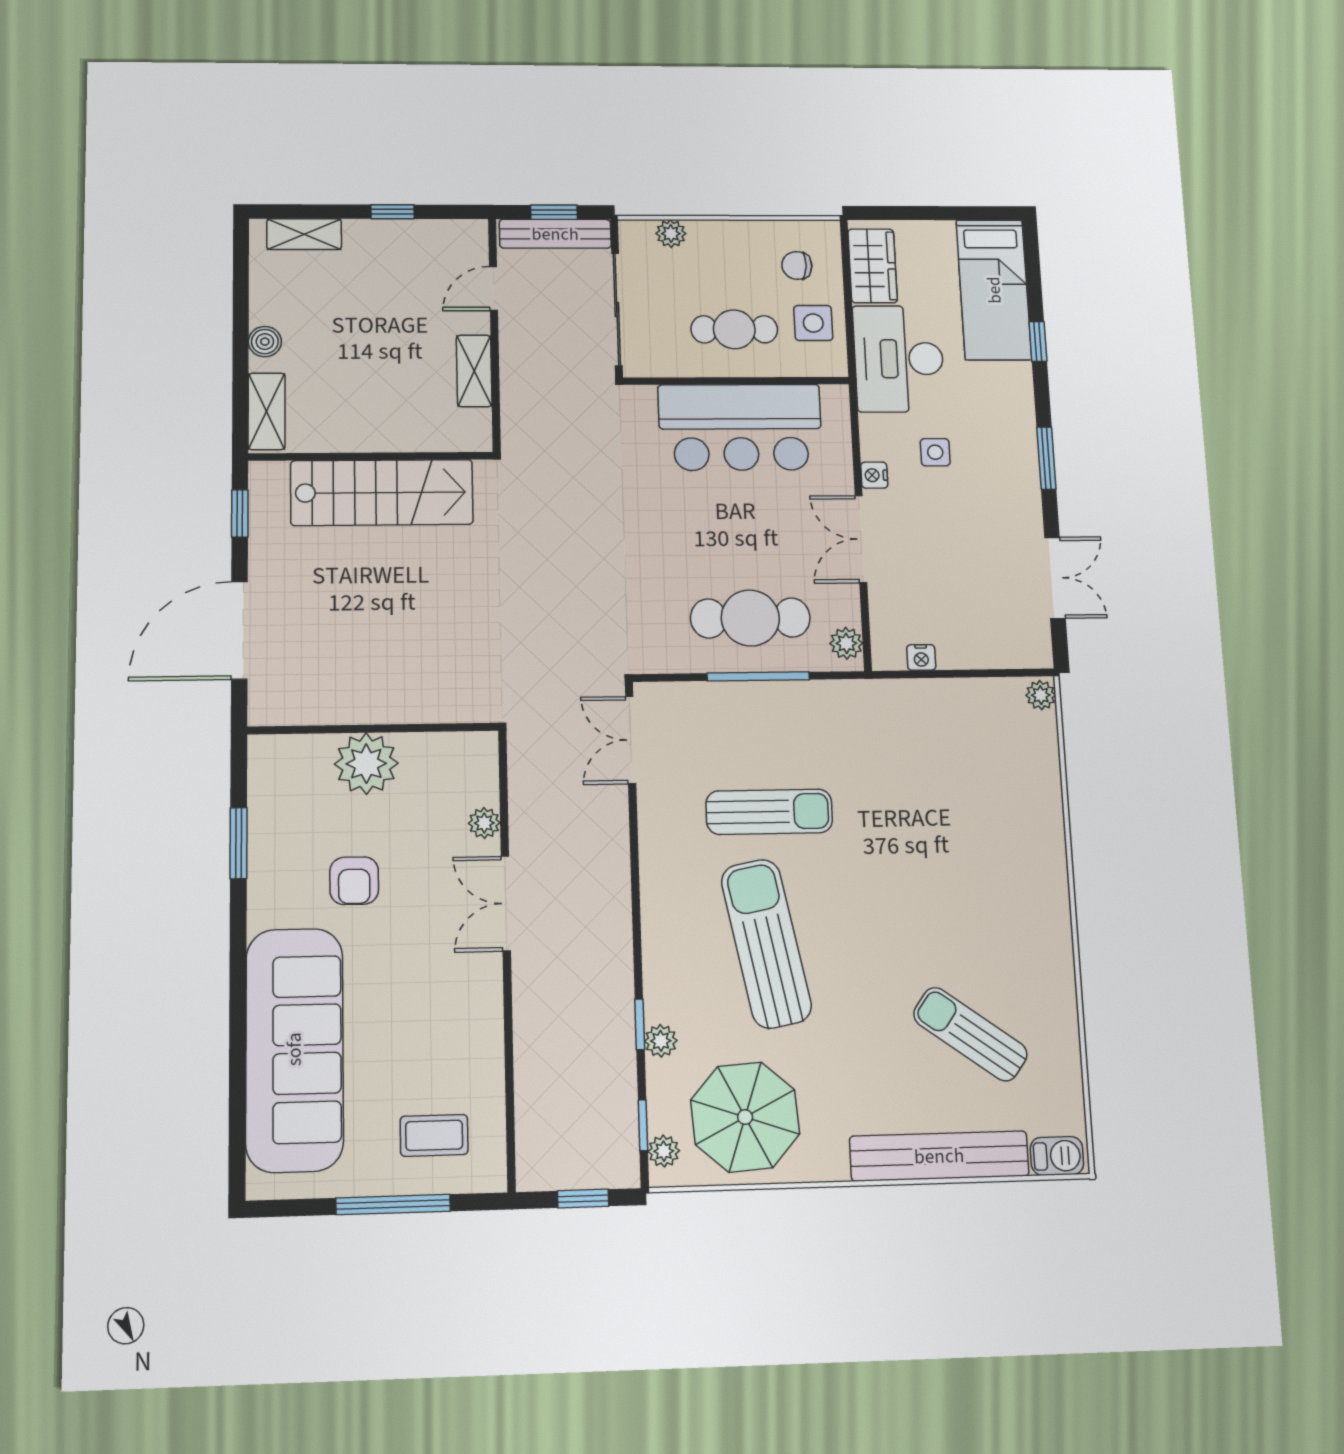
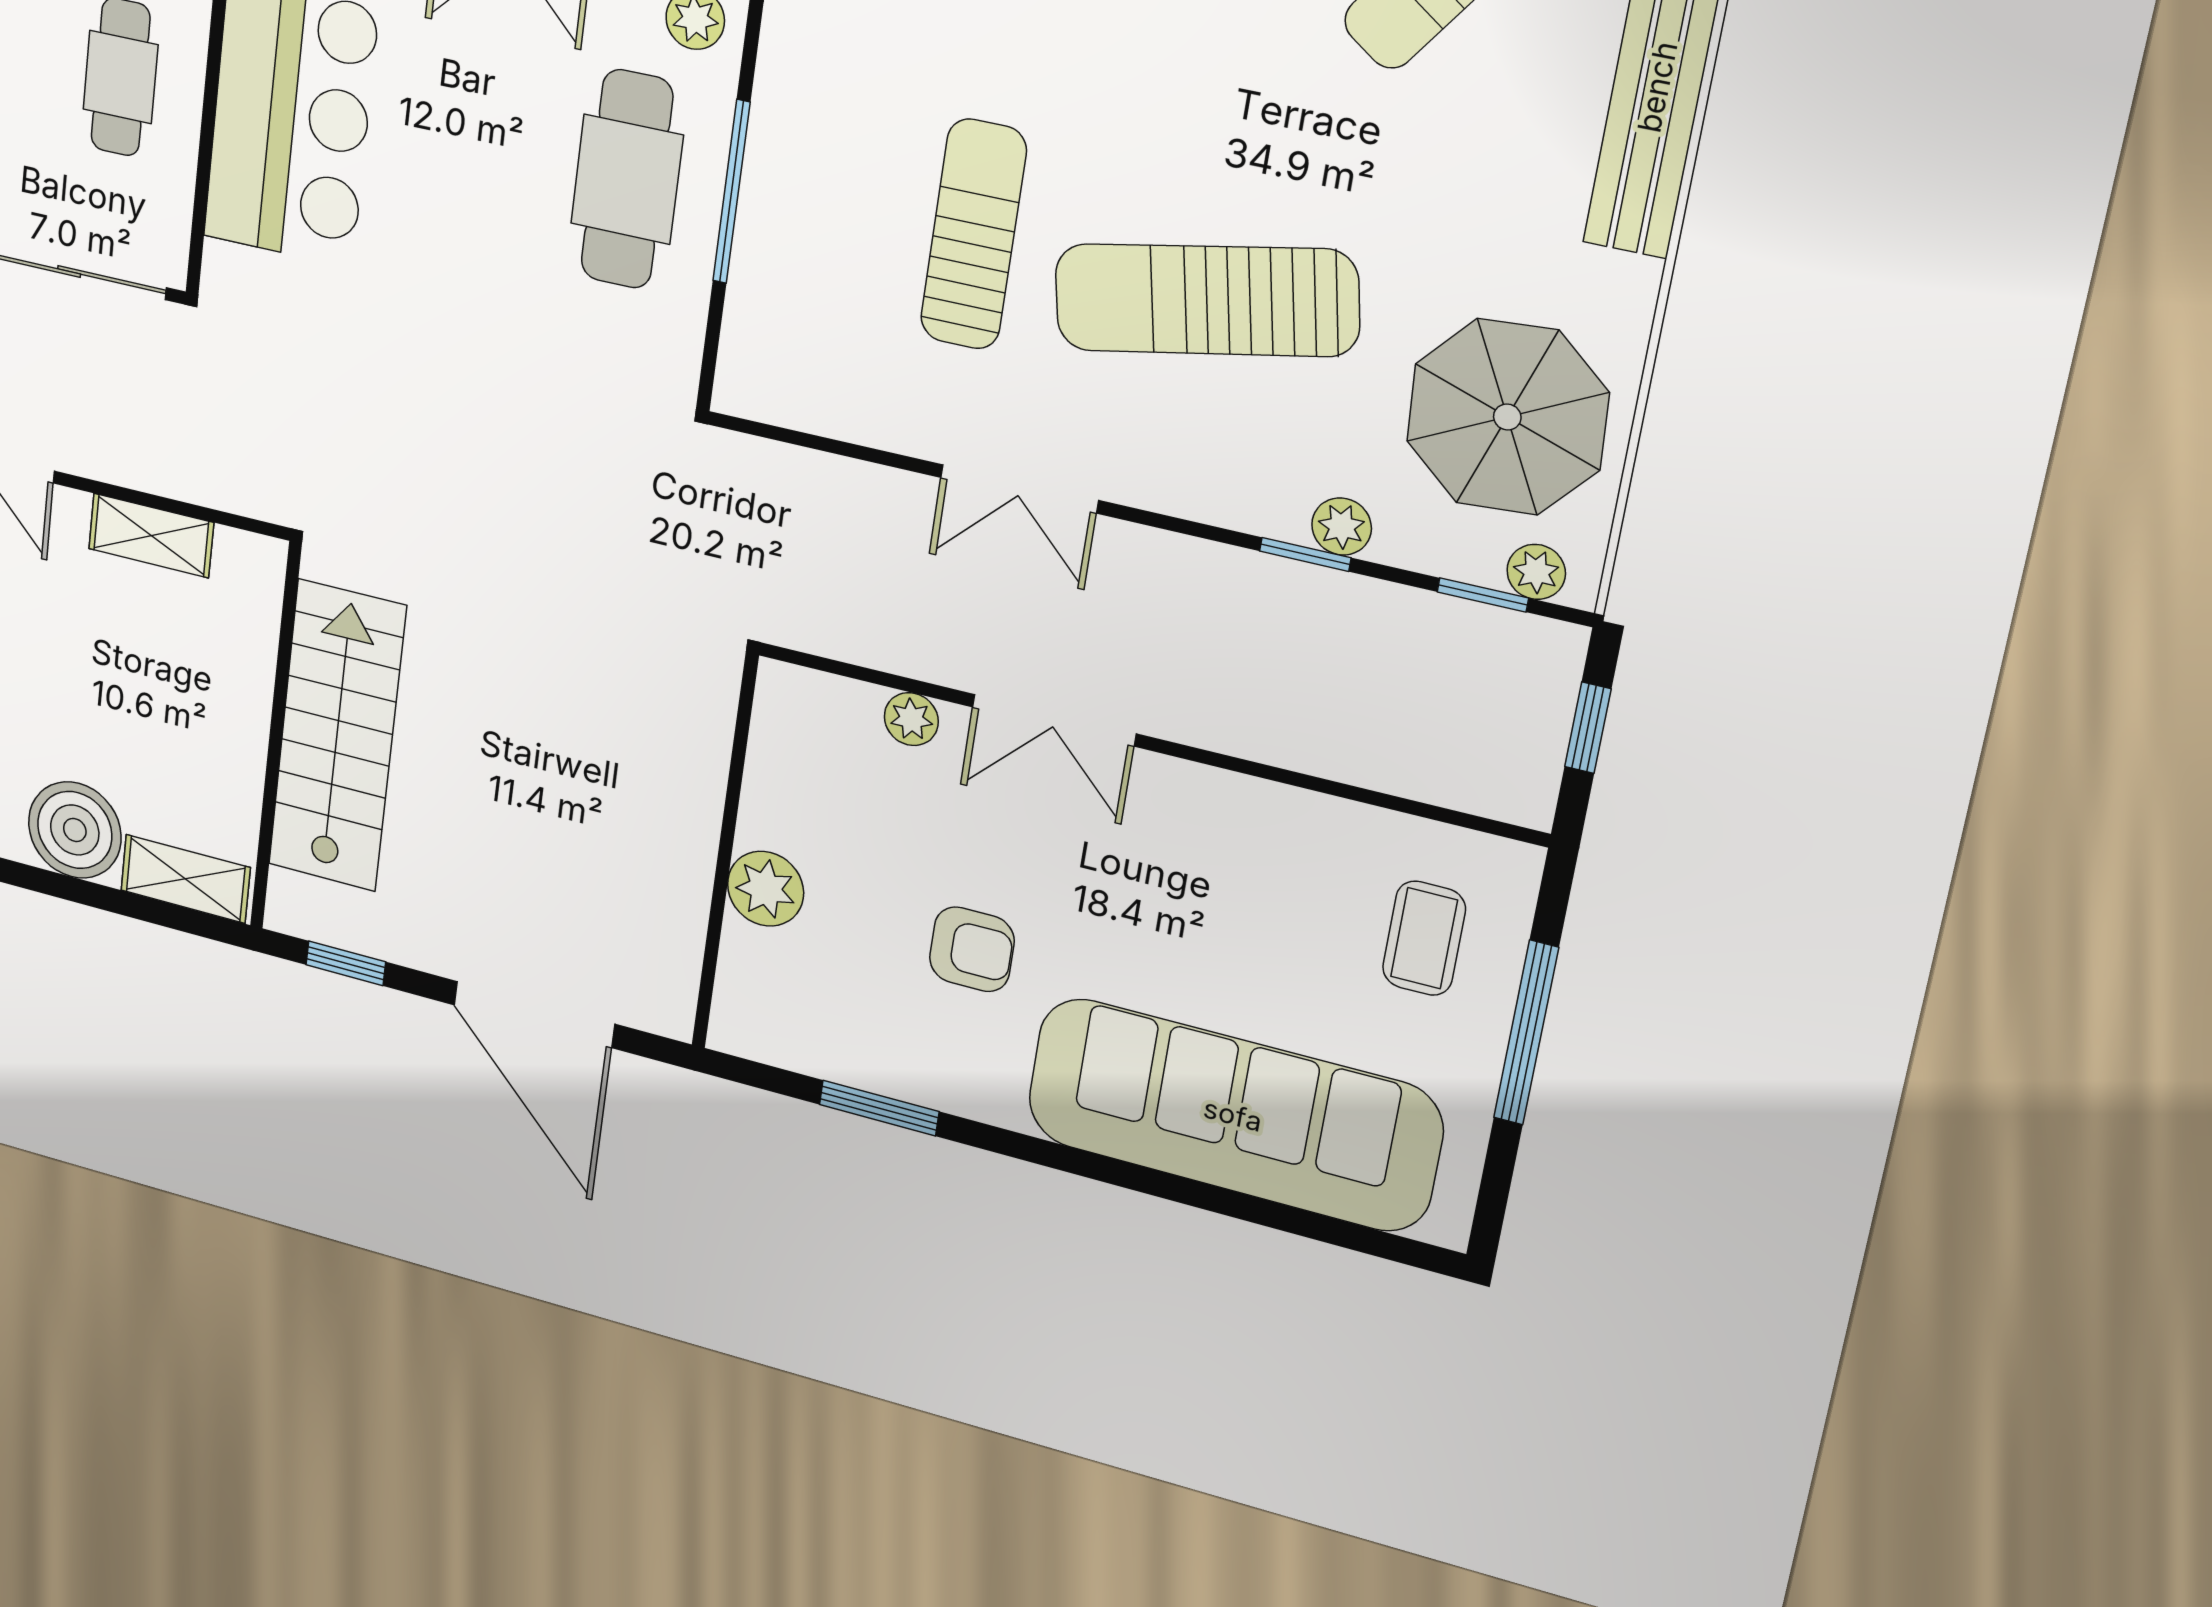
boiler: (265, 342) -> (75, 830), width x1.86, depth x1.86
double door: (631, 740) -> (1019, 489), moved
plant: (366, 764) -> (766, 889), width x0.73, depth x0.73

